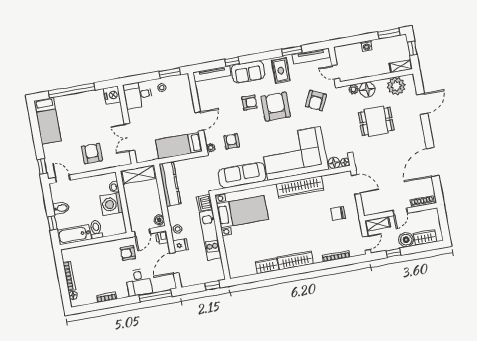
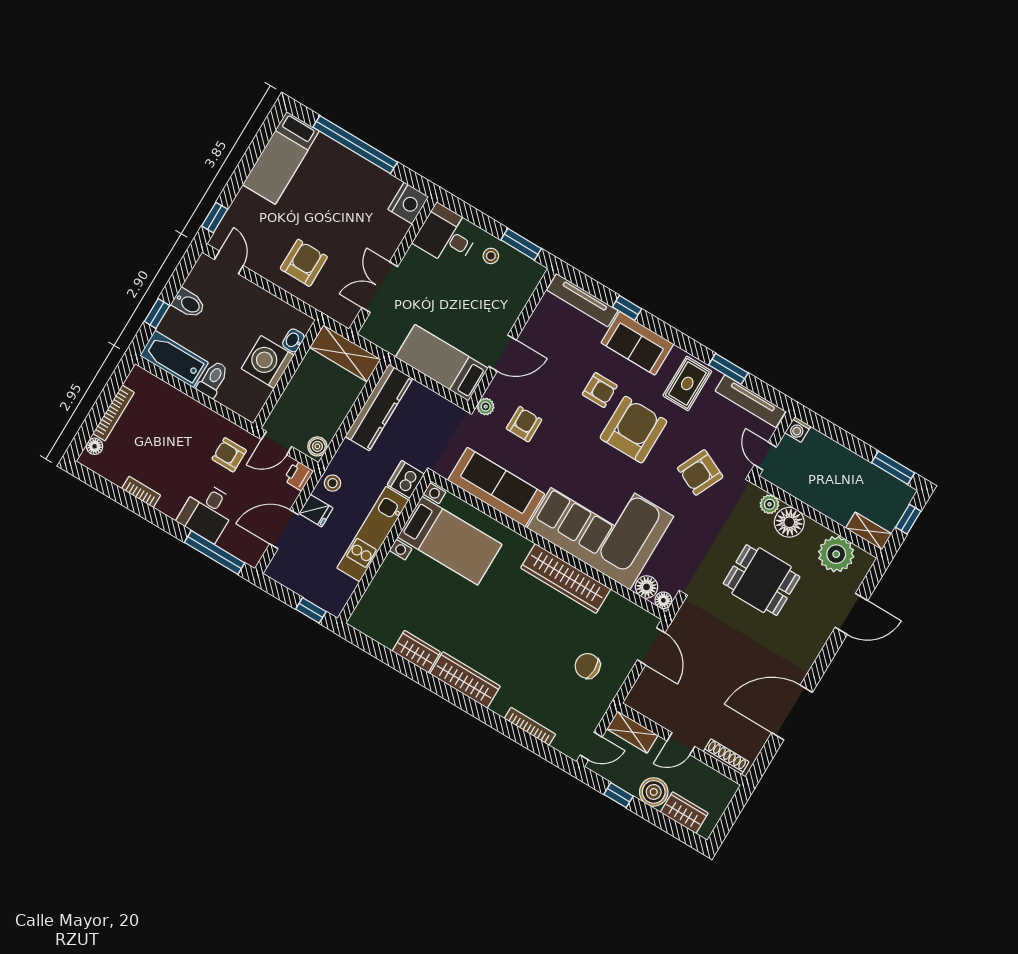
washing machine: (366, 46) -> (798, 429), moved

